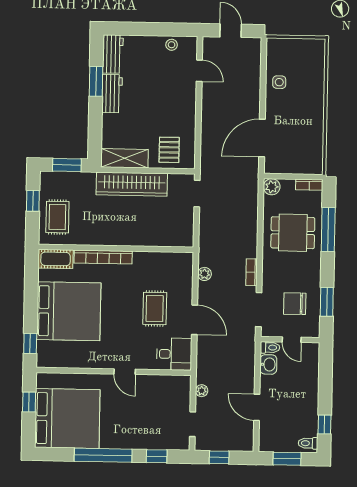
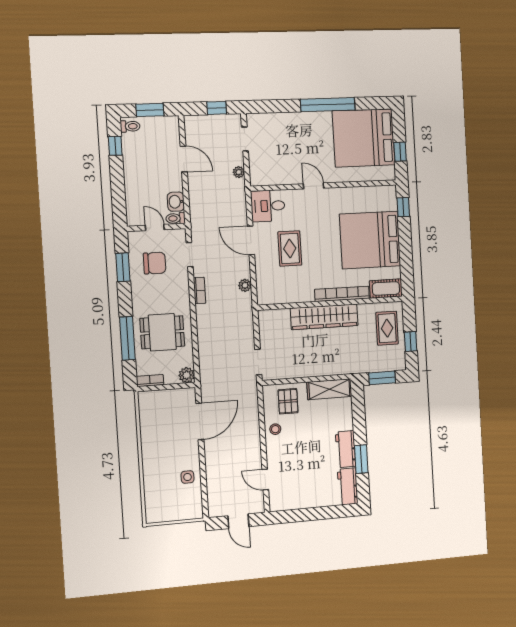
stool: (172, 45) -> (275, 429), moved
wardrobe: (132, 184) -> (324, 317), moved, turned 180
doorway: (259, 310) -> (190, 255), width x0.73
window: (157, 456) -> (277, 106), removed

